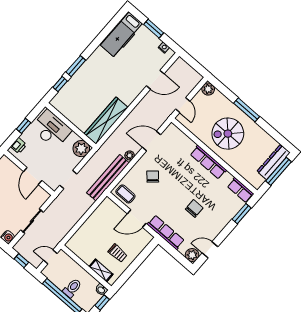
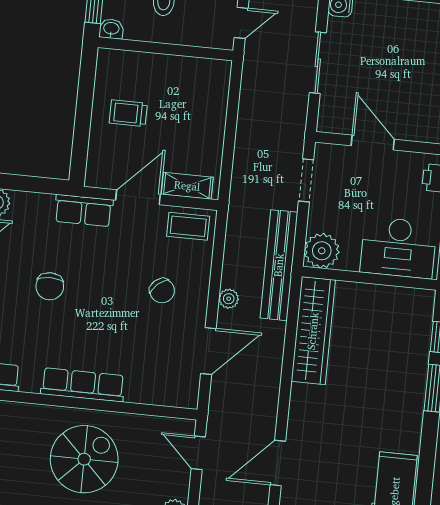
bench: (108, 178) -> (279, 265), moved
row of seats: (166, 232) -> (84, 211), width x0.68
shelving: (101, 270) -> (187, 186), moved

